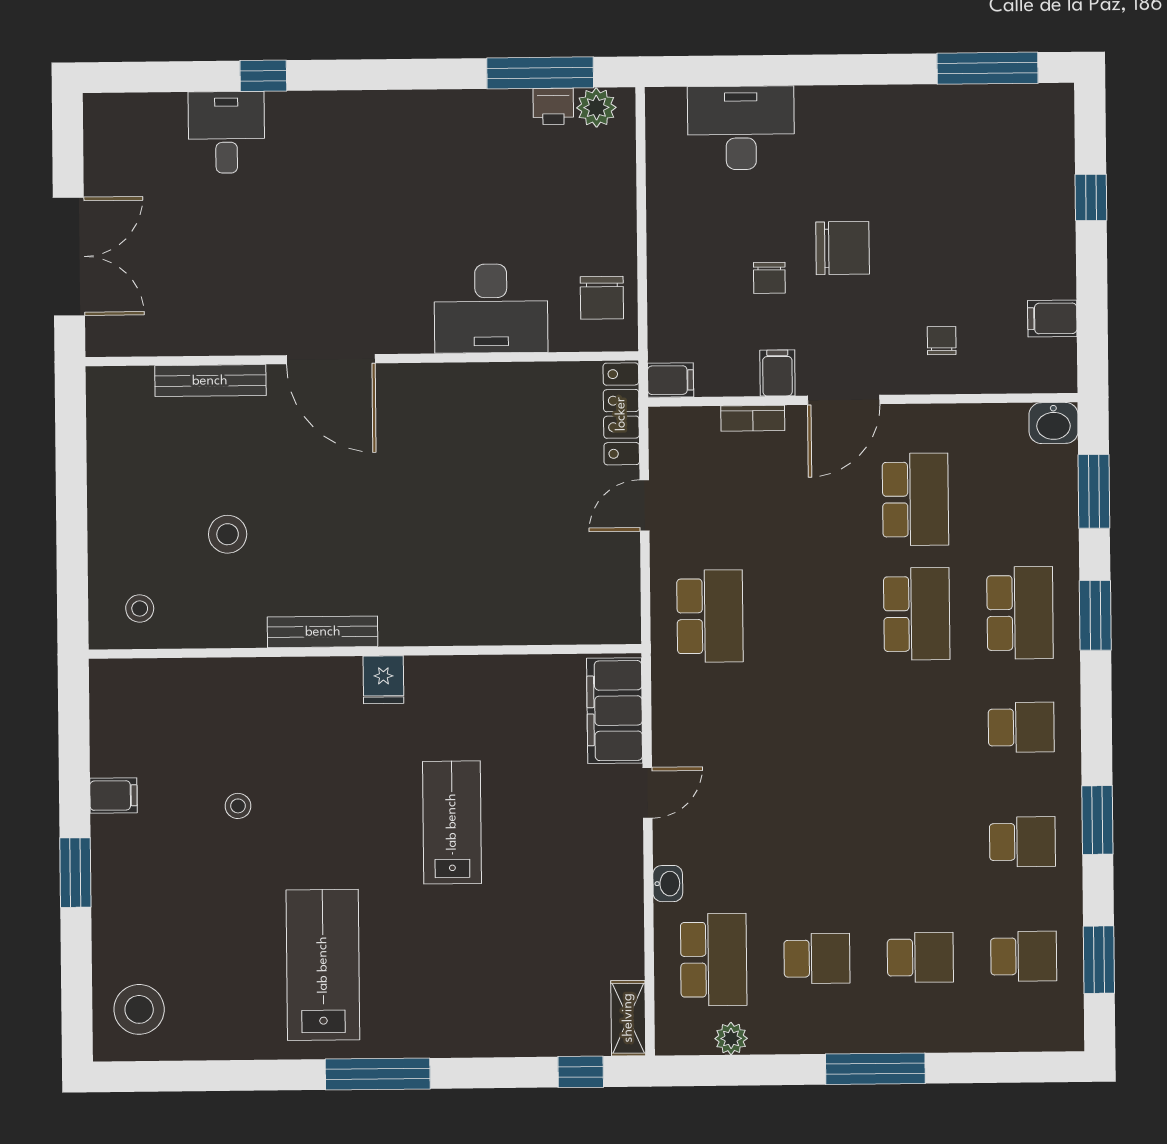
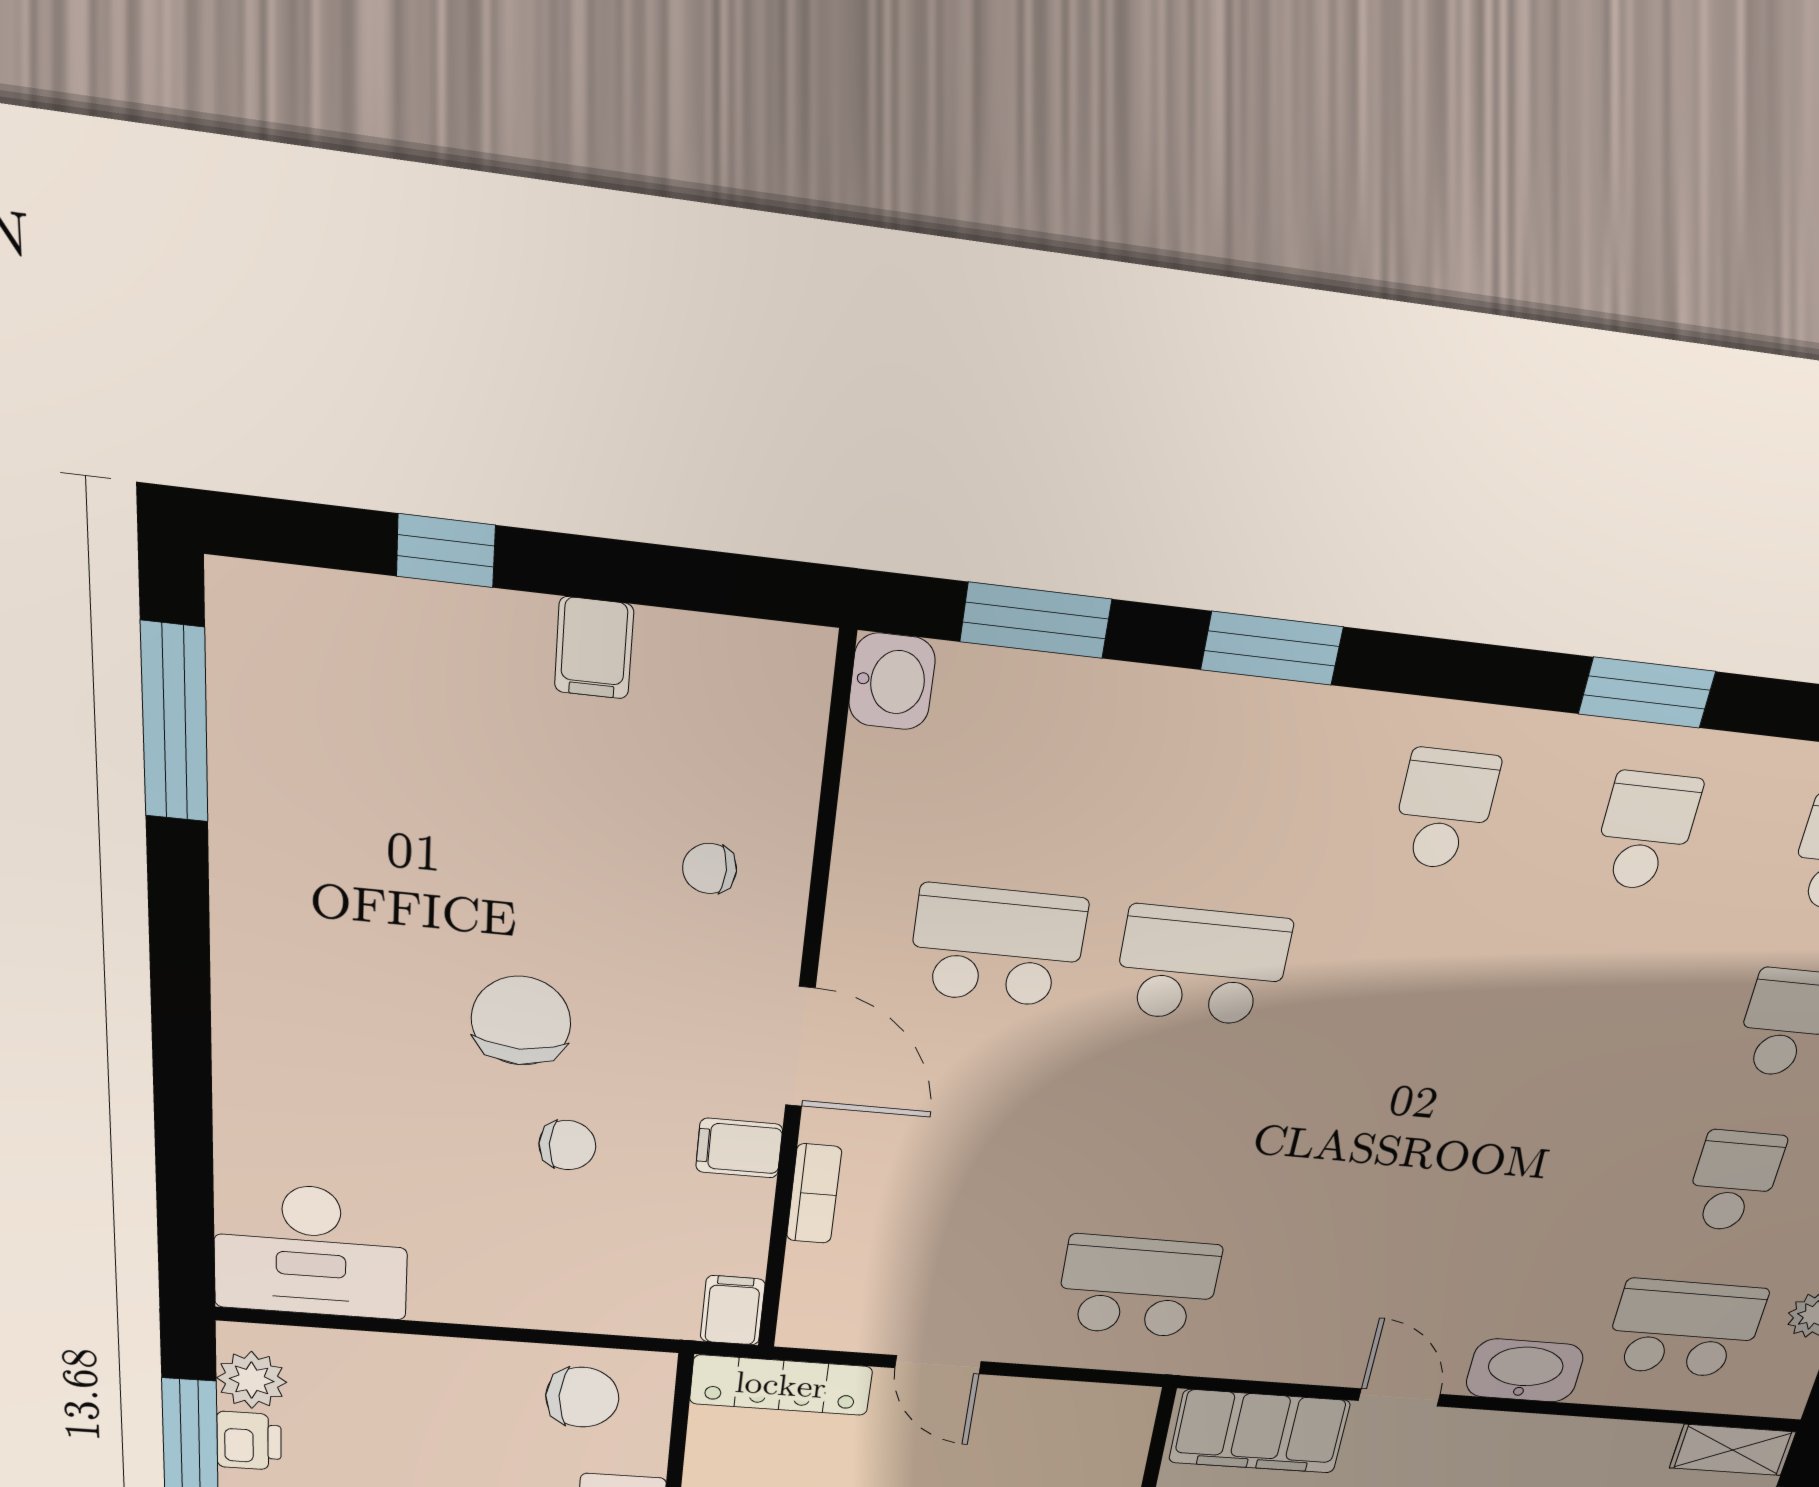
desk: (741, 128) -> (311, 1251), moved, turned -90
filing cabinet: (1052, 318) -> (594, 648), moved
school desk: (1020, 613) -> (1238, 787), removed
washbasin: (668, 884) -> (1525, 1371), width x1.91, depth x1.45

